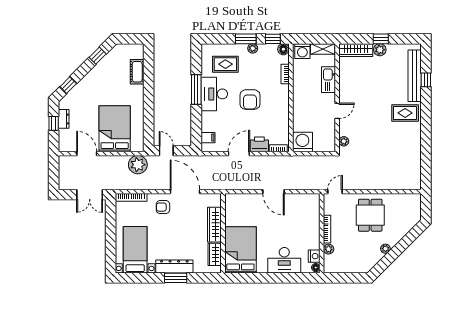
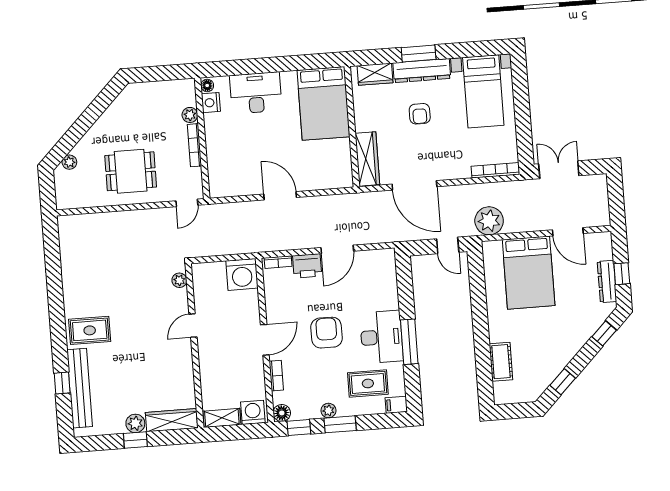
kitchen sink: (329, 80) -> (210, 372), removed
door: (291, 98) -> (265, 340), added
dresser: (64, 119) -> (607, 281), width x1.44
filing cabinet: (208, 138) -> (396, 405), moved
armchair: (163, 207) -> (420, 114), moved, turned 90
dining table: (370, 215) -> (131, 171), turned 90
wardrobe: (214, 225) -> (367, 159), moved
plant: (385, 249) -> (69, 162), moved
wardrobe: (215, 254) -> (375, 74), moved, turned 90

